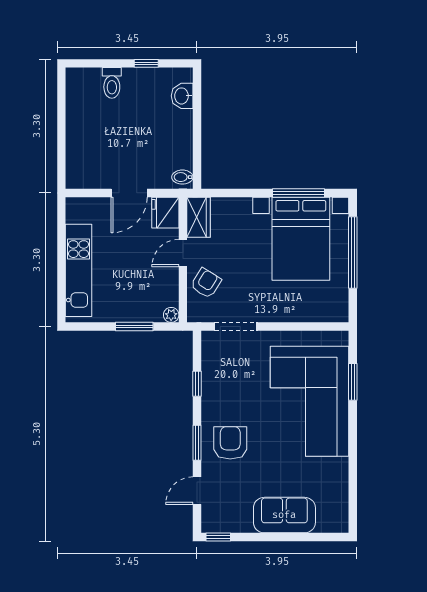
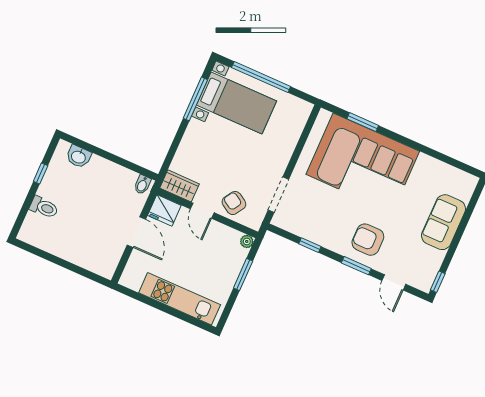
bed with nightstands: (301, 239) -> (236, 103), width x0.73

